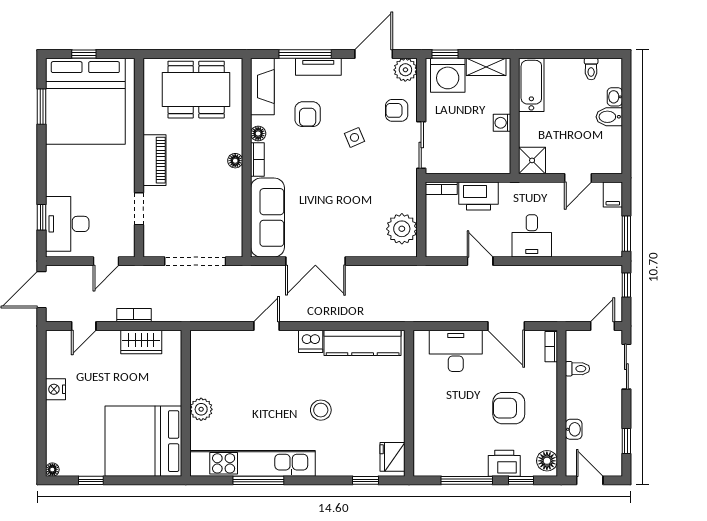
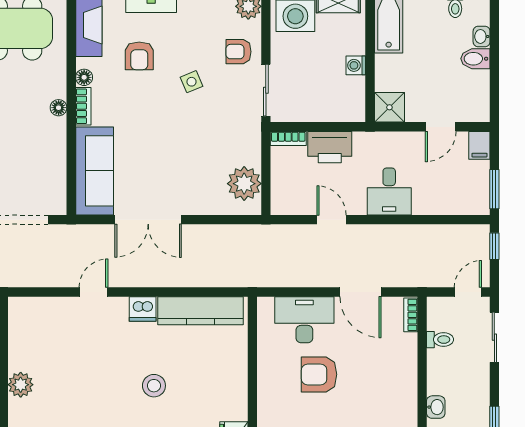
armchair: (509, 408) -> (319, 374), moved

